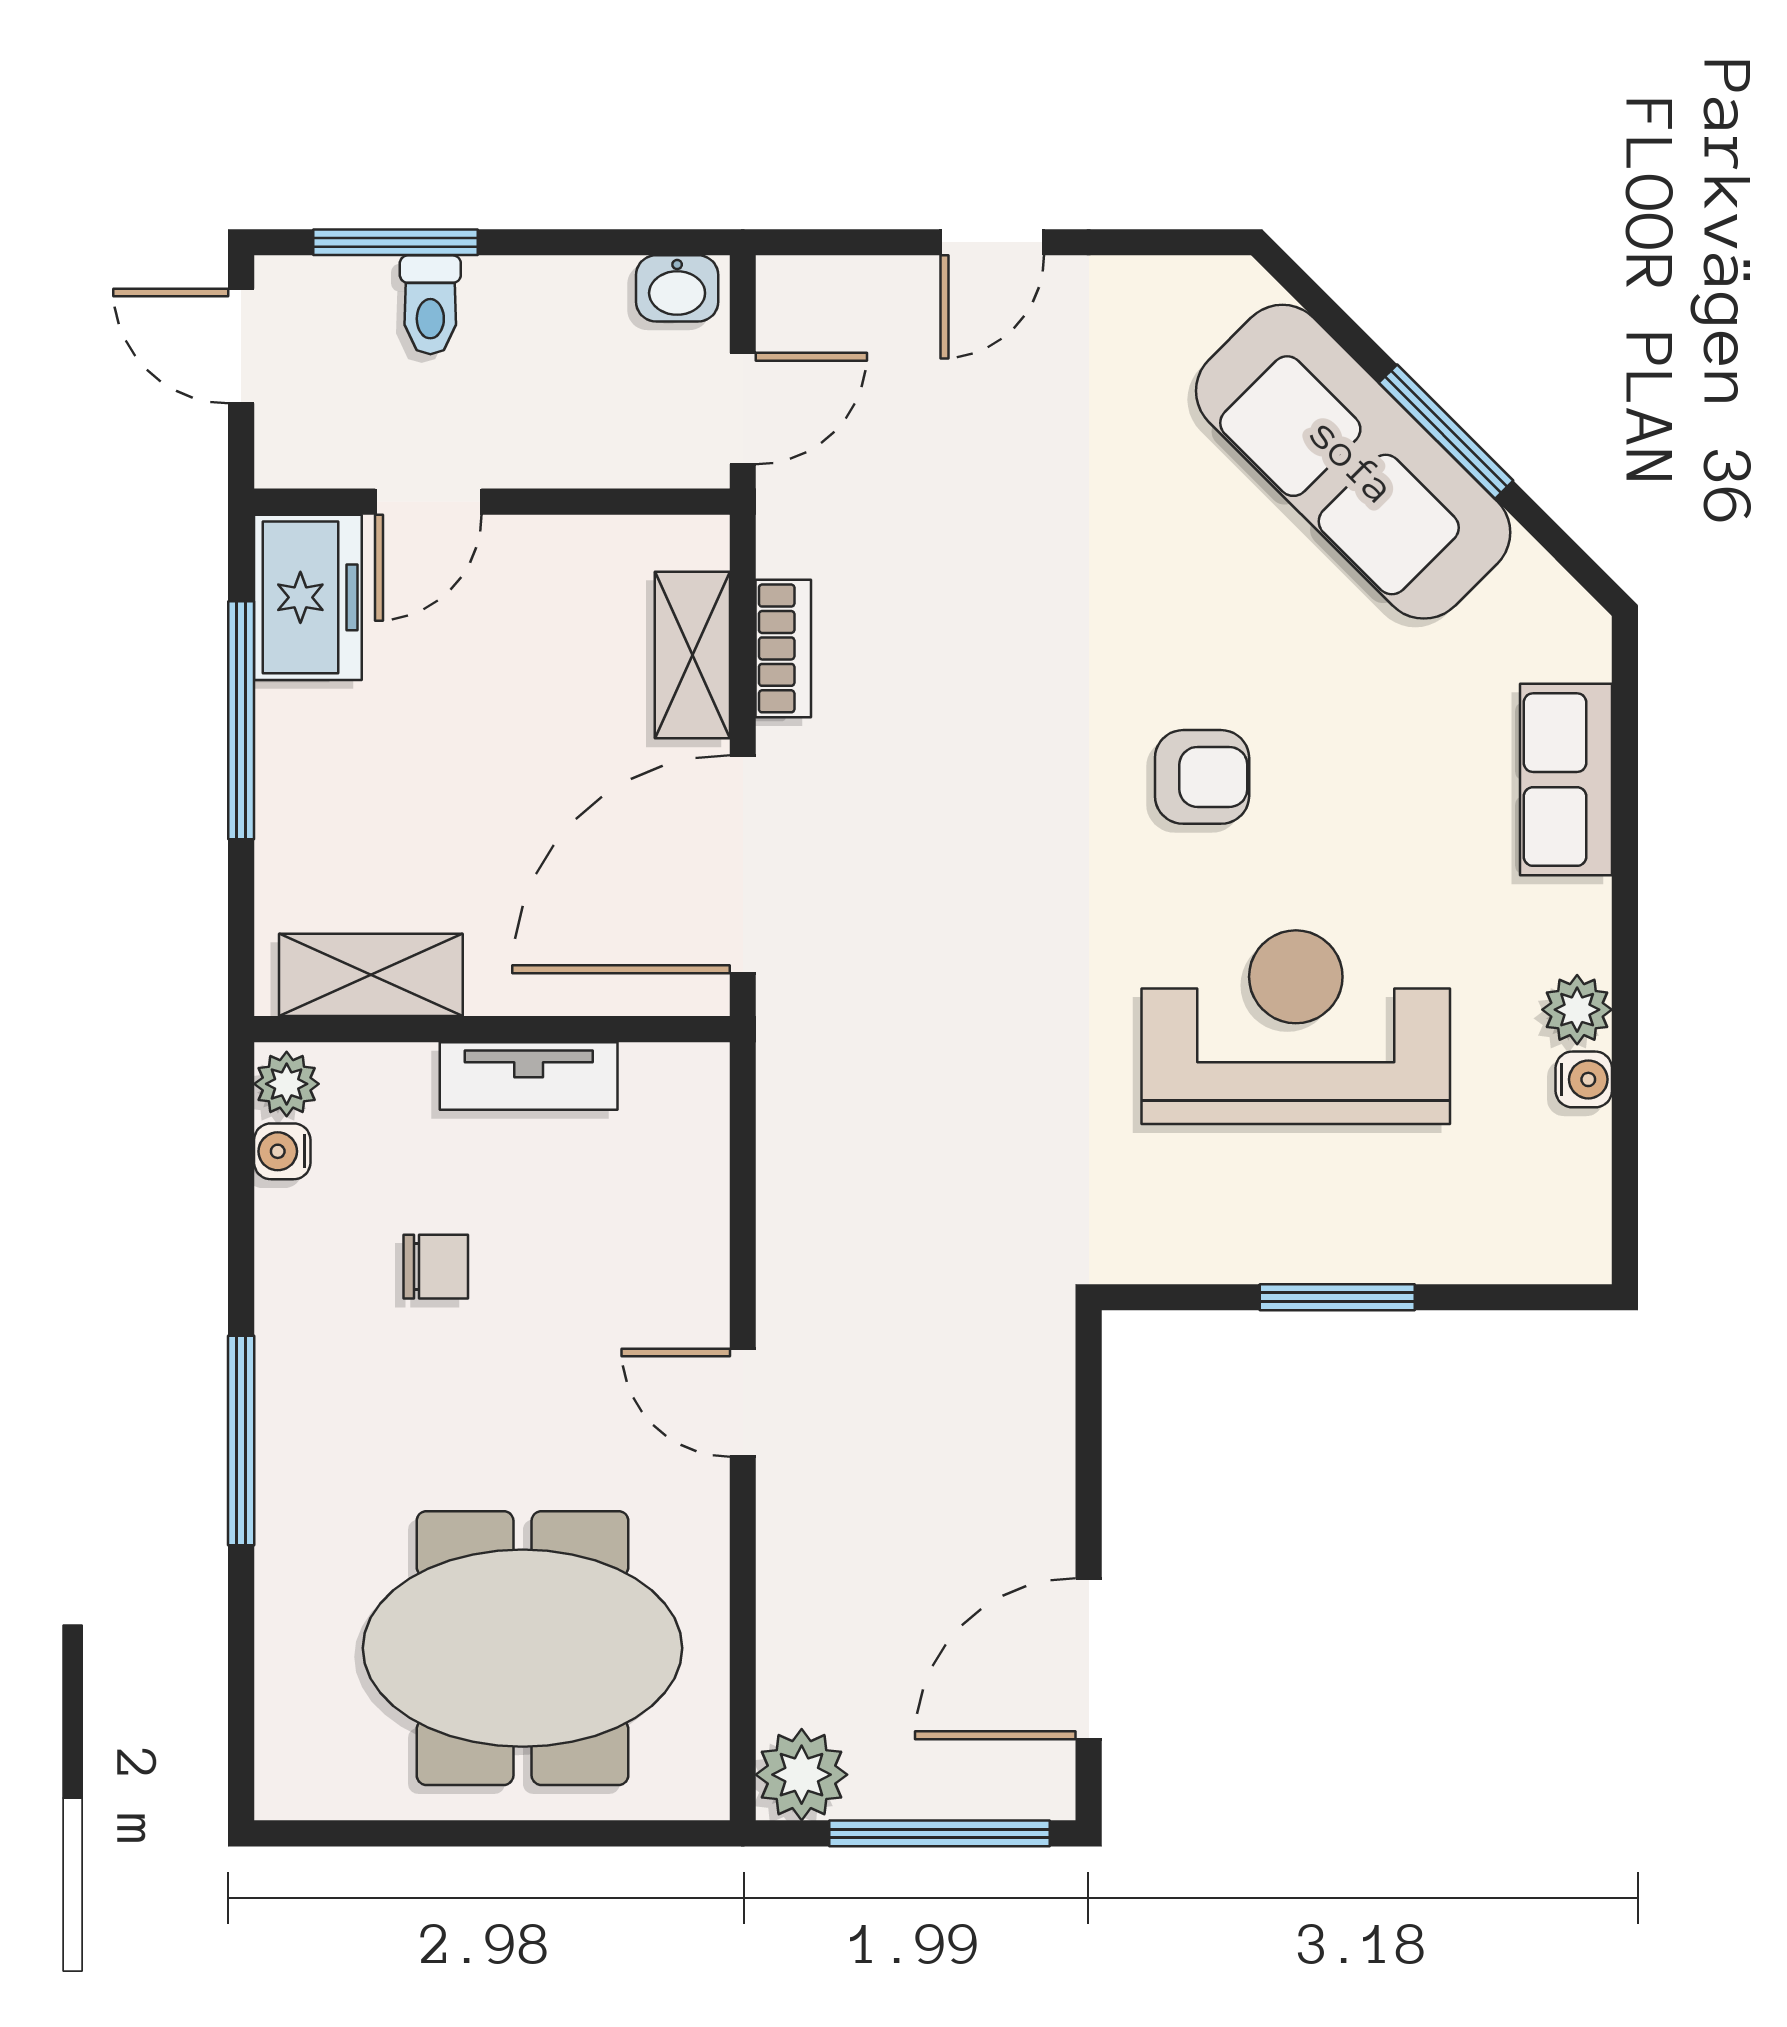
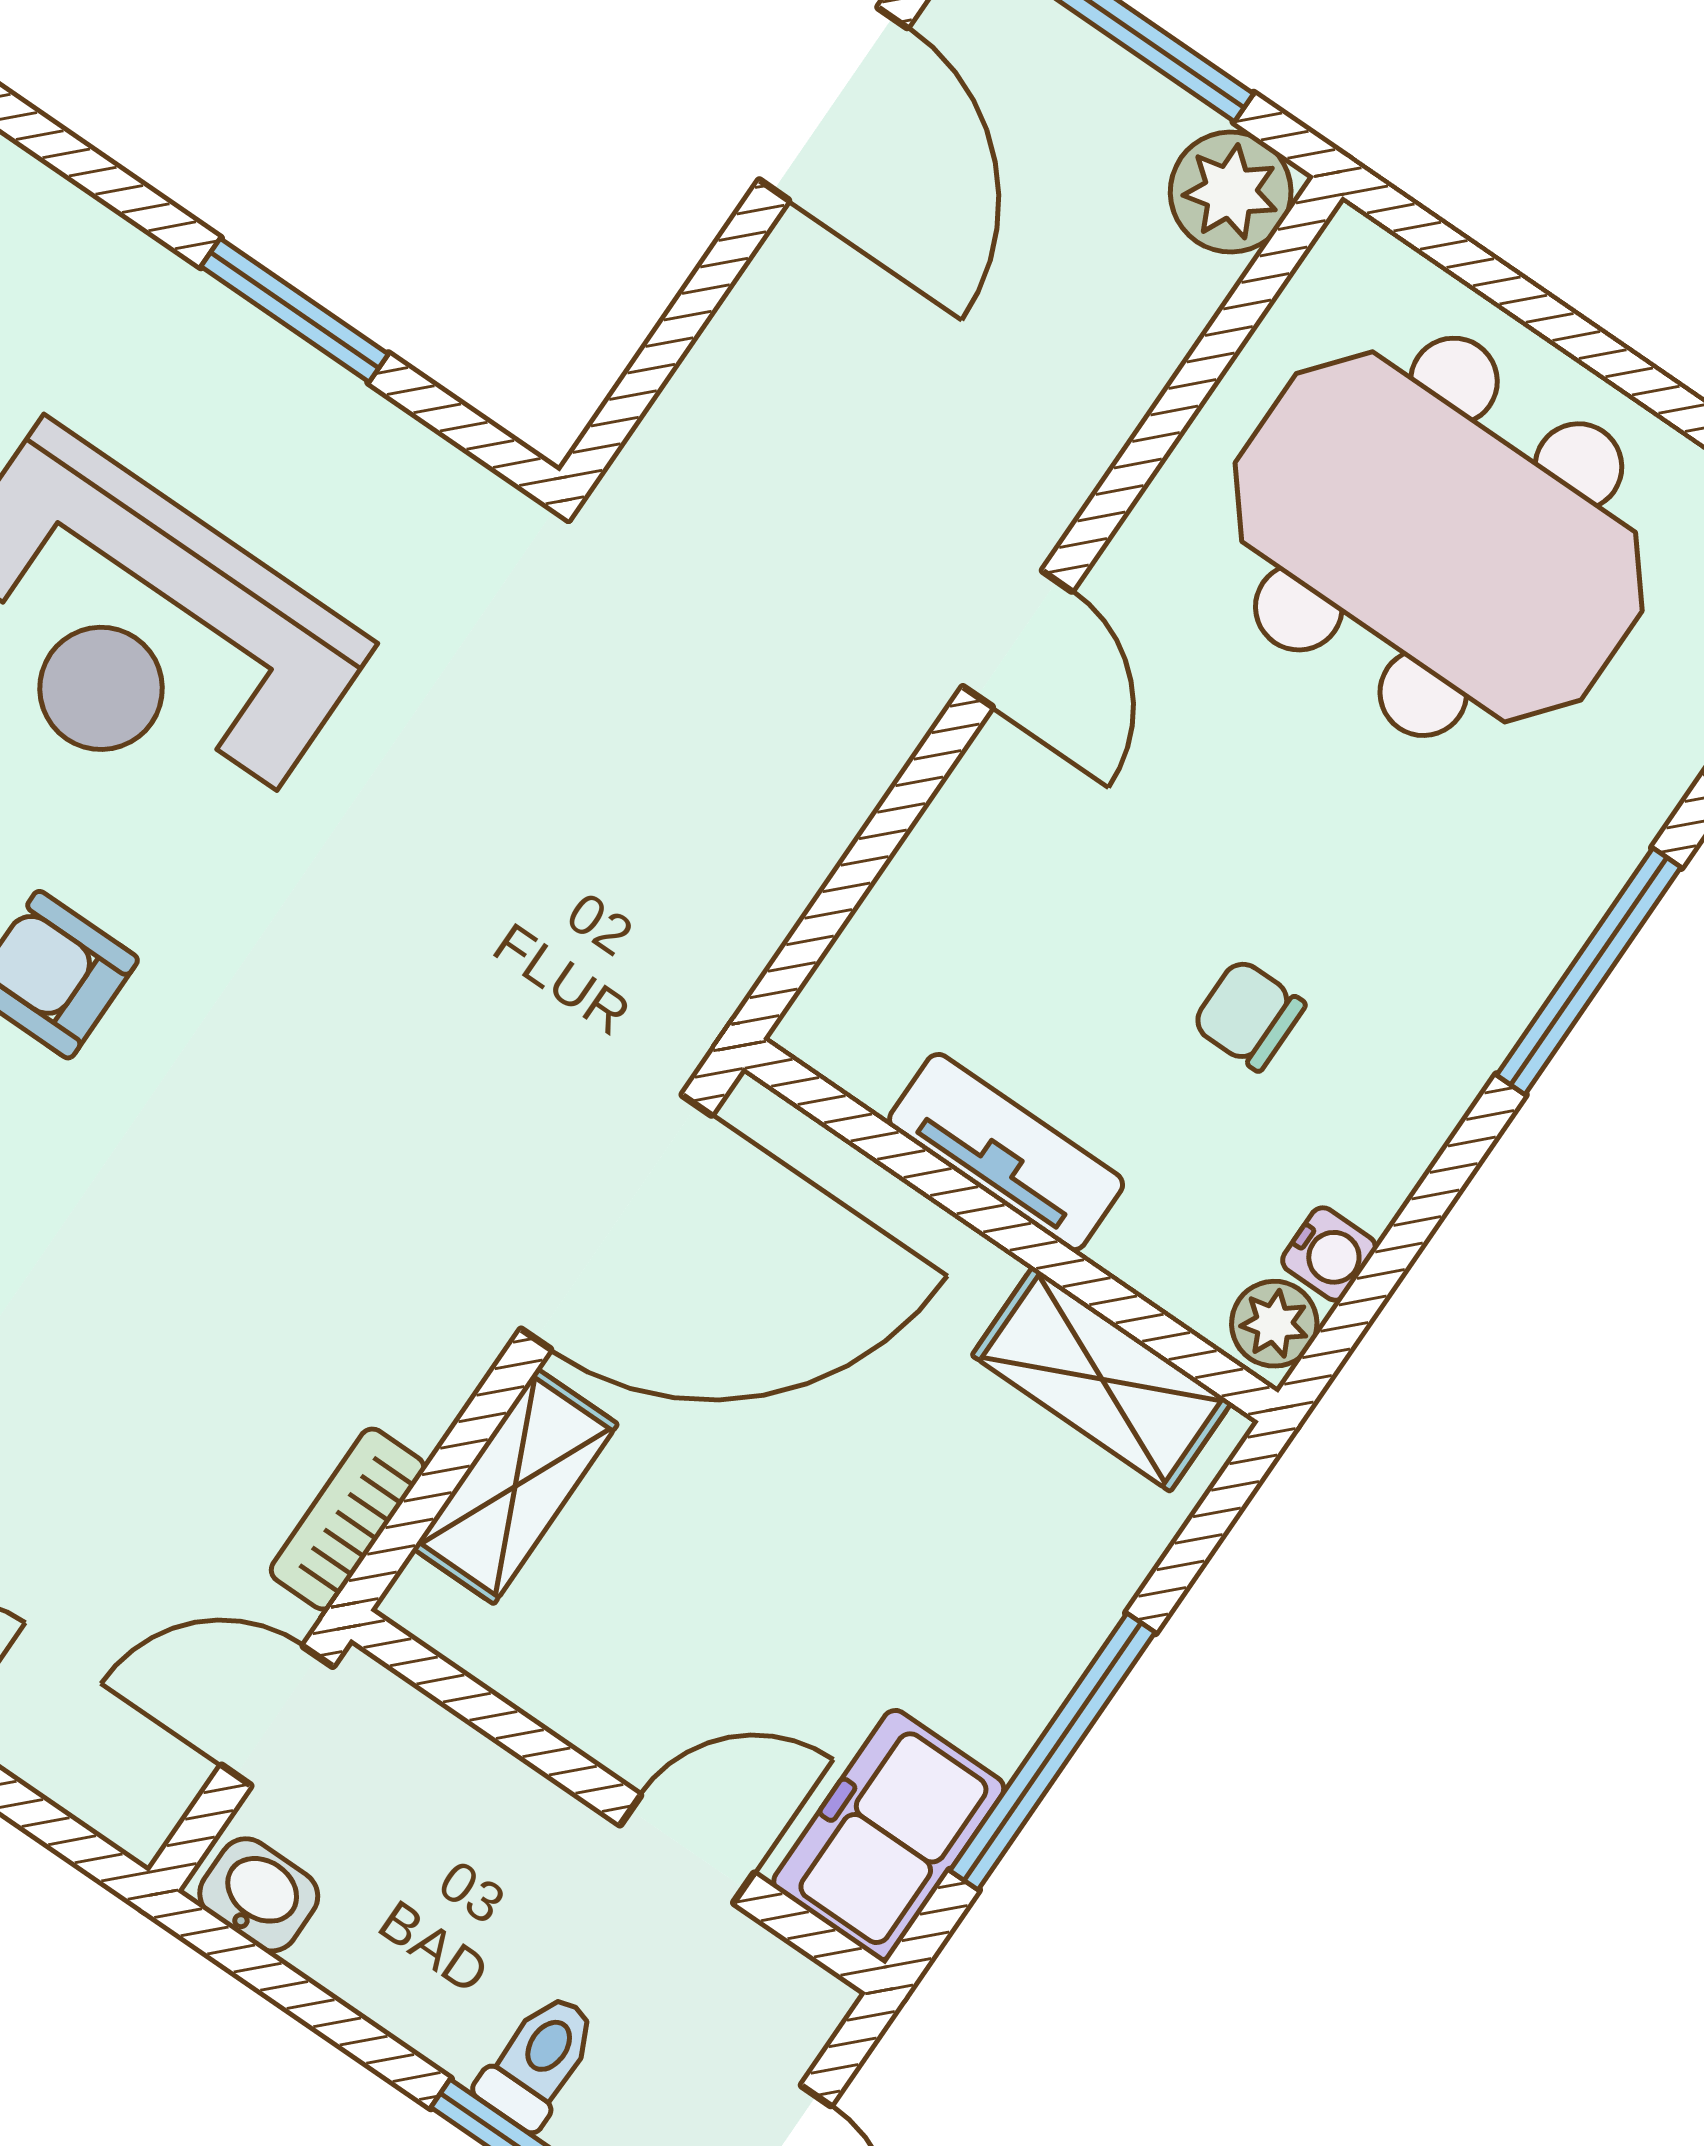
bookcase: (783, 648) -> (348, 1519), moved
door: (1089, 1659) -> (833, 104), hinge flipped

